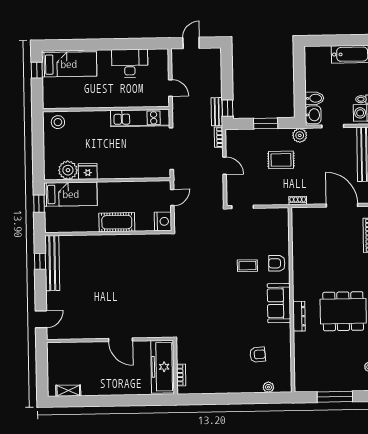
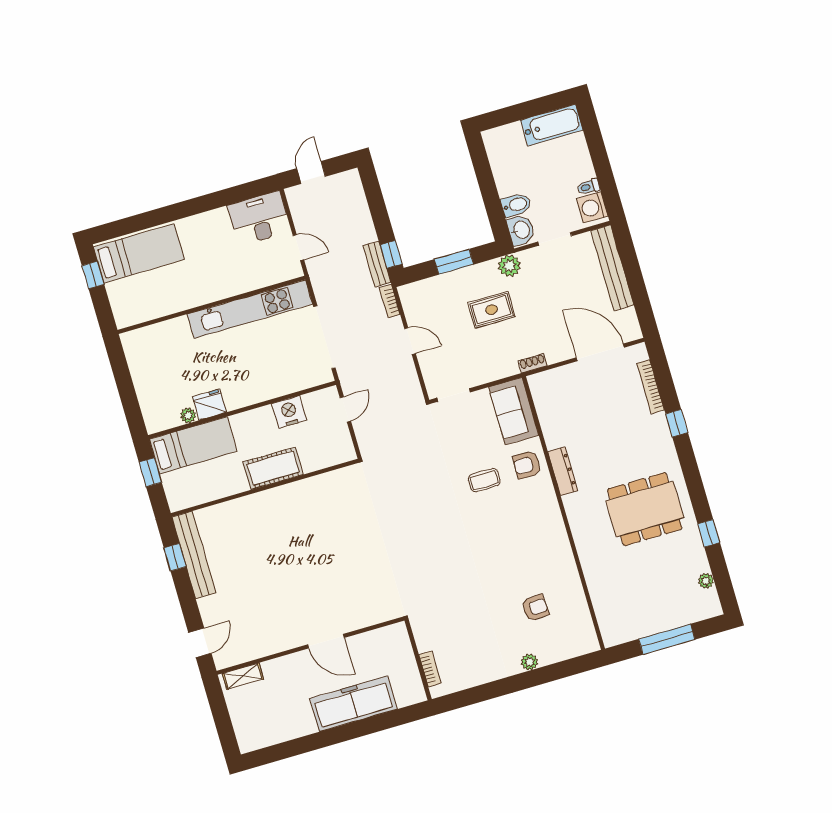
desk: (130, 63) -> (259, 218), moved
kitchen unit: (140, 118) -> (250, 309), width x1.36
stool: (58, 122) -> (145, 344), removed
plant: (68, 170) -> (188, 415), width x0.53, depth x0.53
nightstand: (163, 221) -> (289, 412), moved, turned -90
sofa: (279, 303) -> (514, 411), moved
dresser: (299, 316) -> (563, 471), moved
freezer: (163, 367) -> (353, 704), moved, turned 90
plant: (268, 387) -> (530, 662), moved
shelving: (68, 391) -> (243, 676), moved

